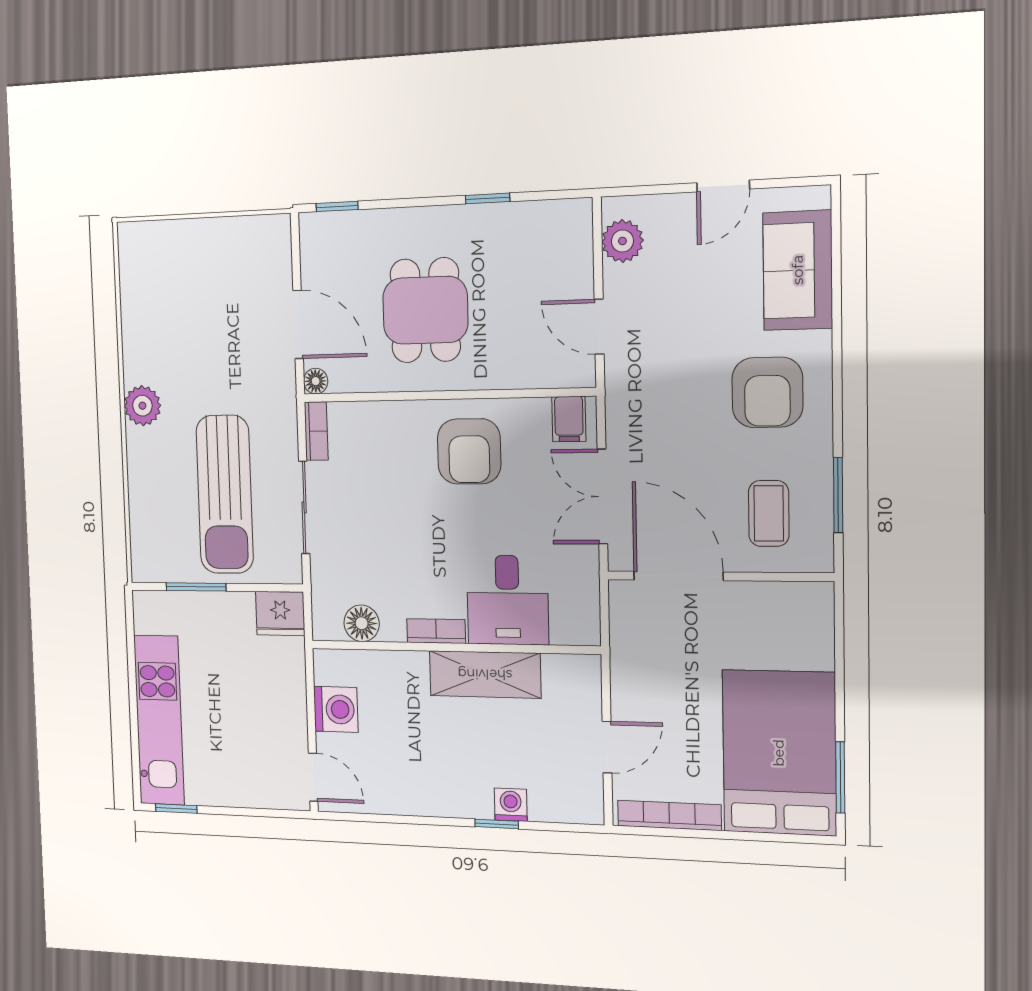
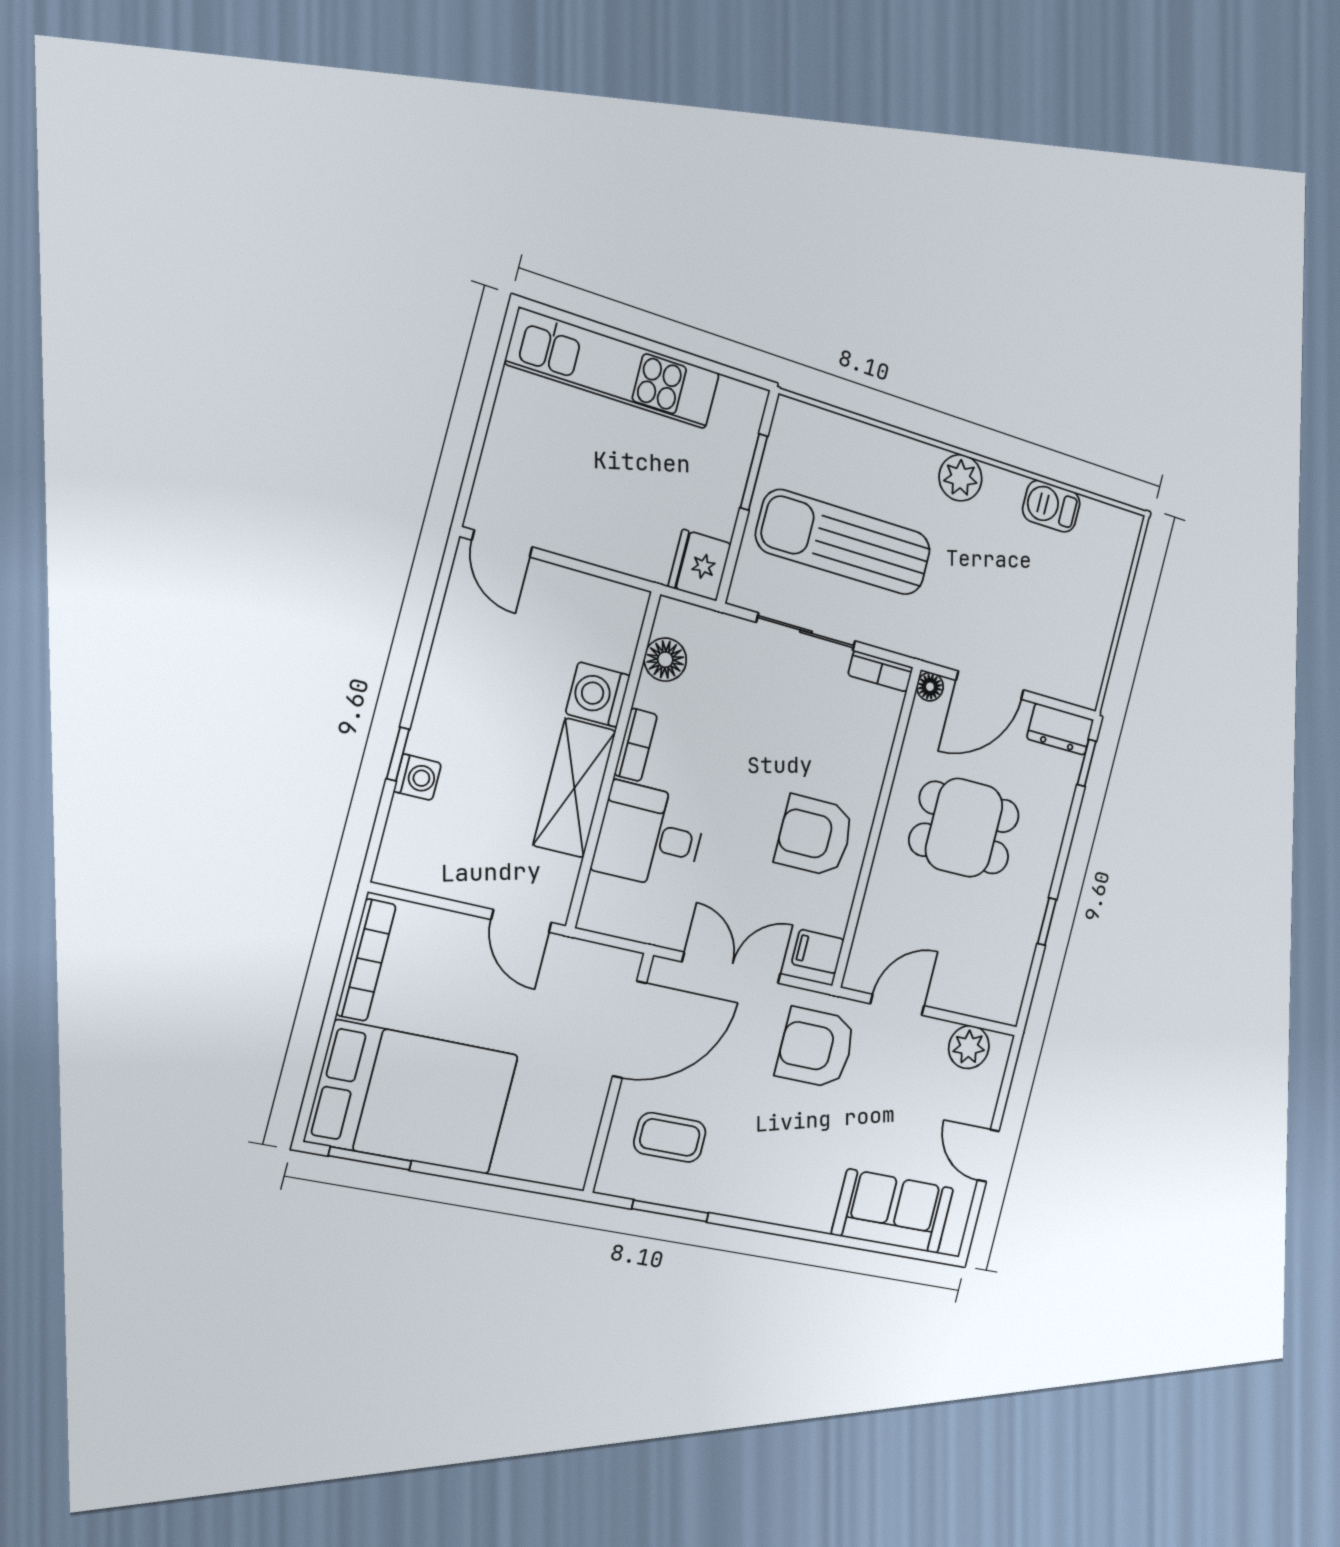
dresser: (315, 243) -> (1060, 729), added
barbecue: (137, 314) -> (1051, 506), added
armchair: (767, 392) -> (816, 1048), moved
washing machine: (336, 709) -> (598, 695), moved, turned 90
door: (607, 747) -> (521, 921), moved
door: (313, 777) -> (502, 543), hinge flipped
window: (176, 808) -> (502, 352), removed

